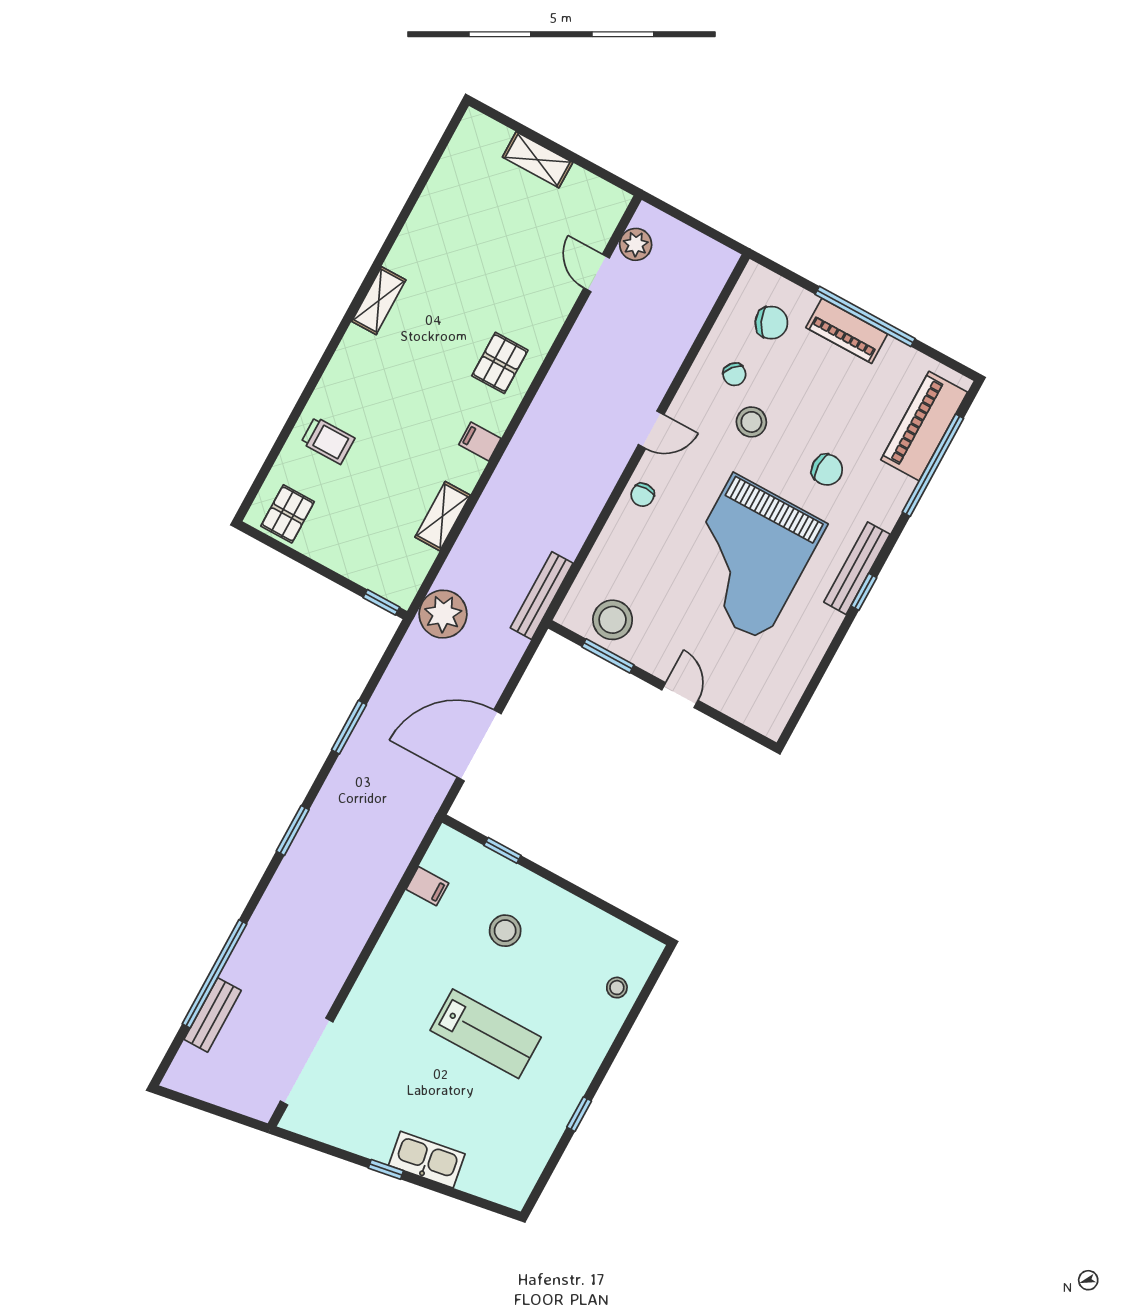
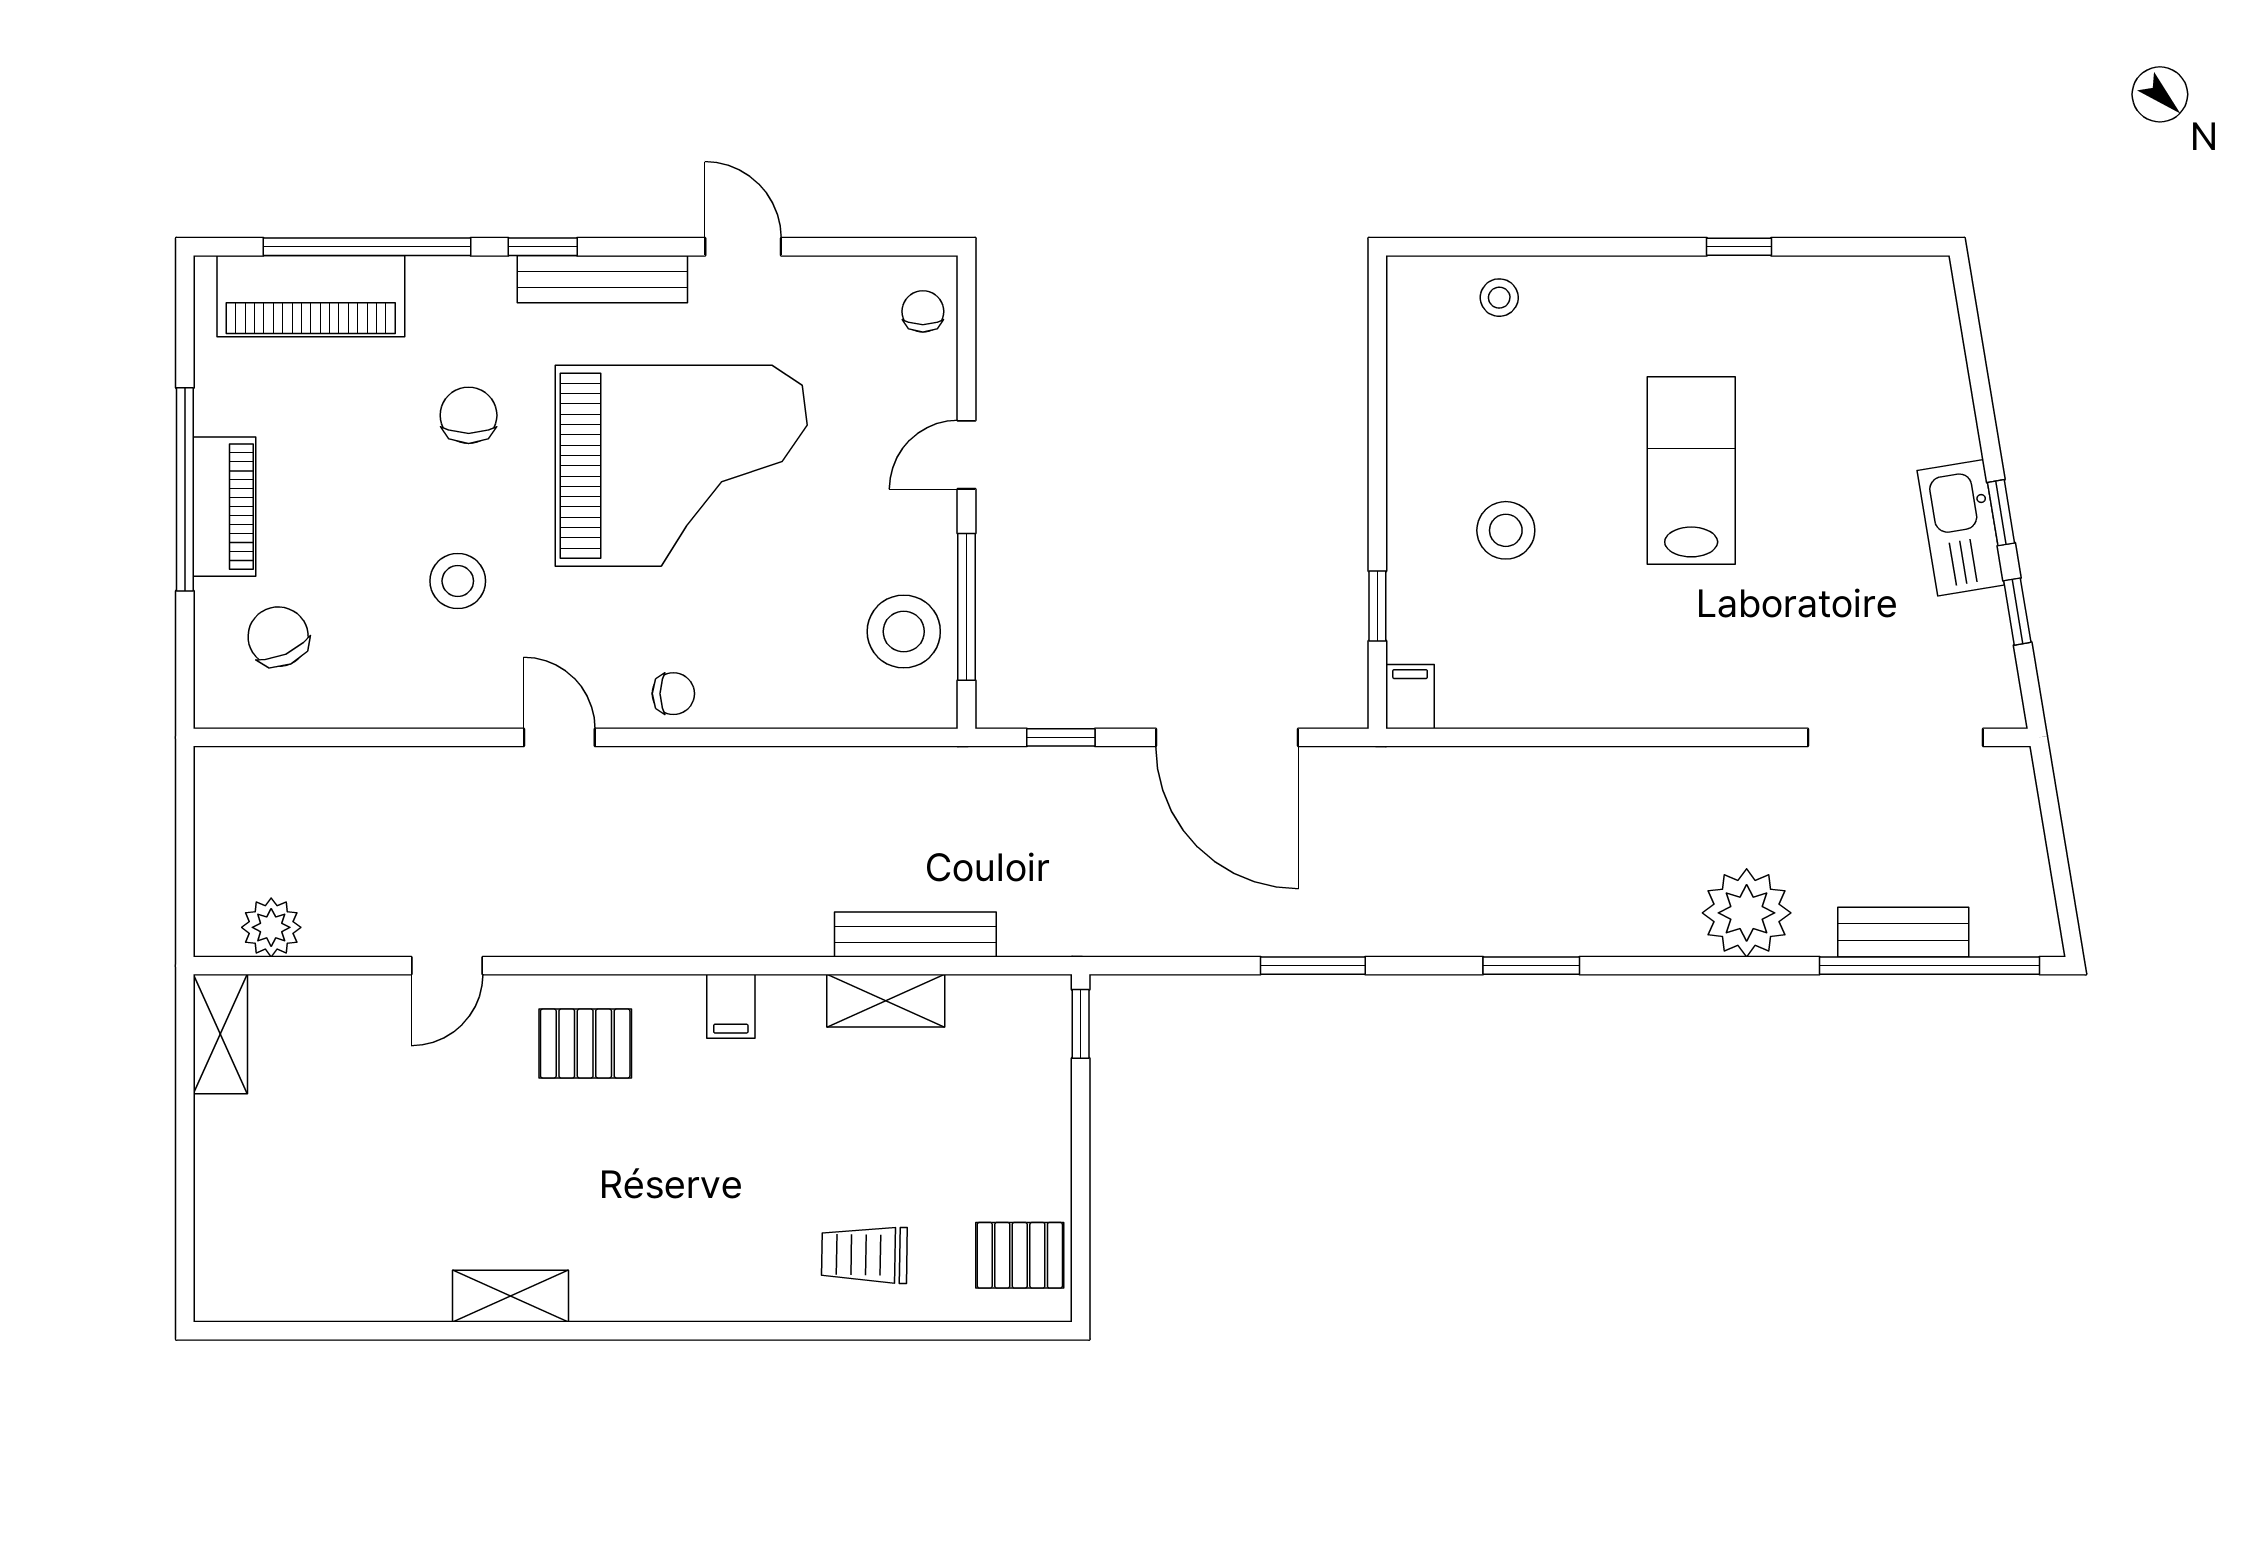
shelving: (538, 160) -> (220, 1034), moved
door: (597, 273) -> (447, 966), moved
shelving: (379, 301) -> (510, 1296), moved
chair: (734, 374) -> (923, 311), moved, turned -41
trolley: (328, 440) -> (864, 1255), turned -89
window: (864, 592) -> (543, 247), moved
bench: (542, 596) -> (915, 934), moved
plant: (443, 614) -> (1747, 913), moved
door: (836, 643) -> (743, 247), added
window: (608, 656) -> (967, 607), width x1.44
window: (522, 667) -> (1061, 737), added
filing cabinet: (427, 886) -> (1410, 697), moved
window: (214, 974) -> (1929, 966), moved
window: (335, 1152) -> (2017, 612), added
kitchen sink: (427, 1160) -> (1961, 528), moved

